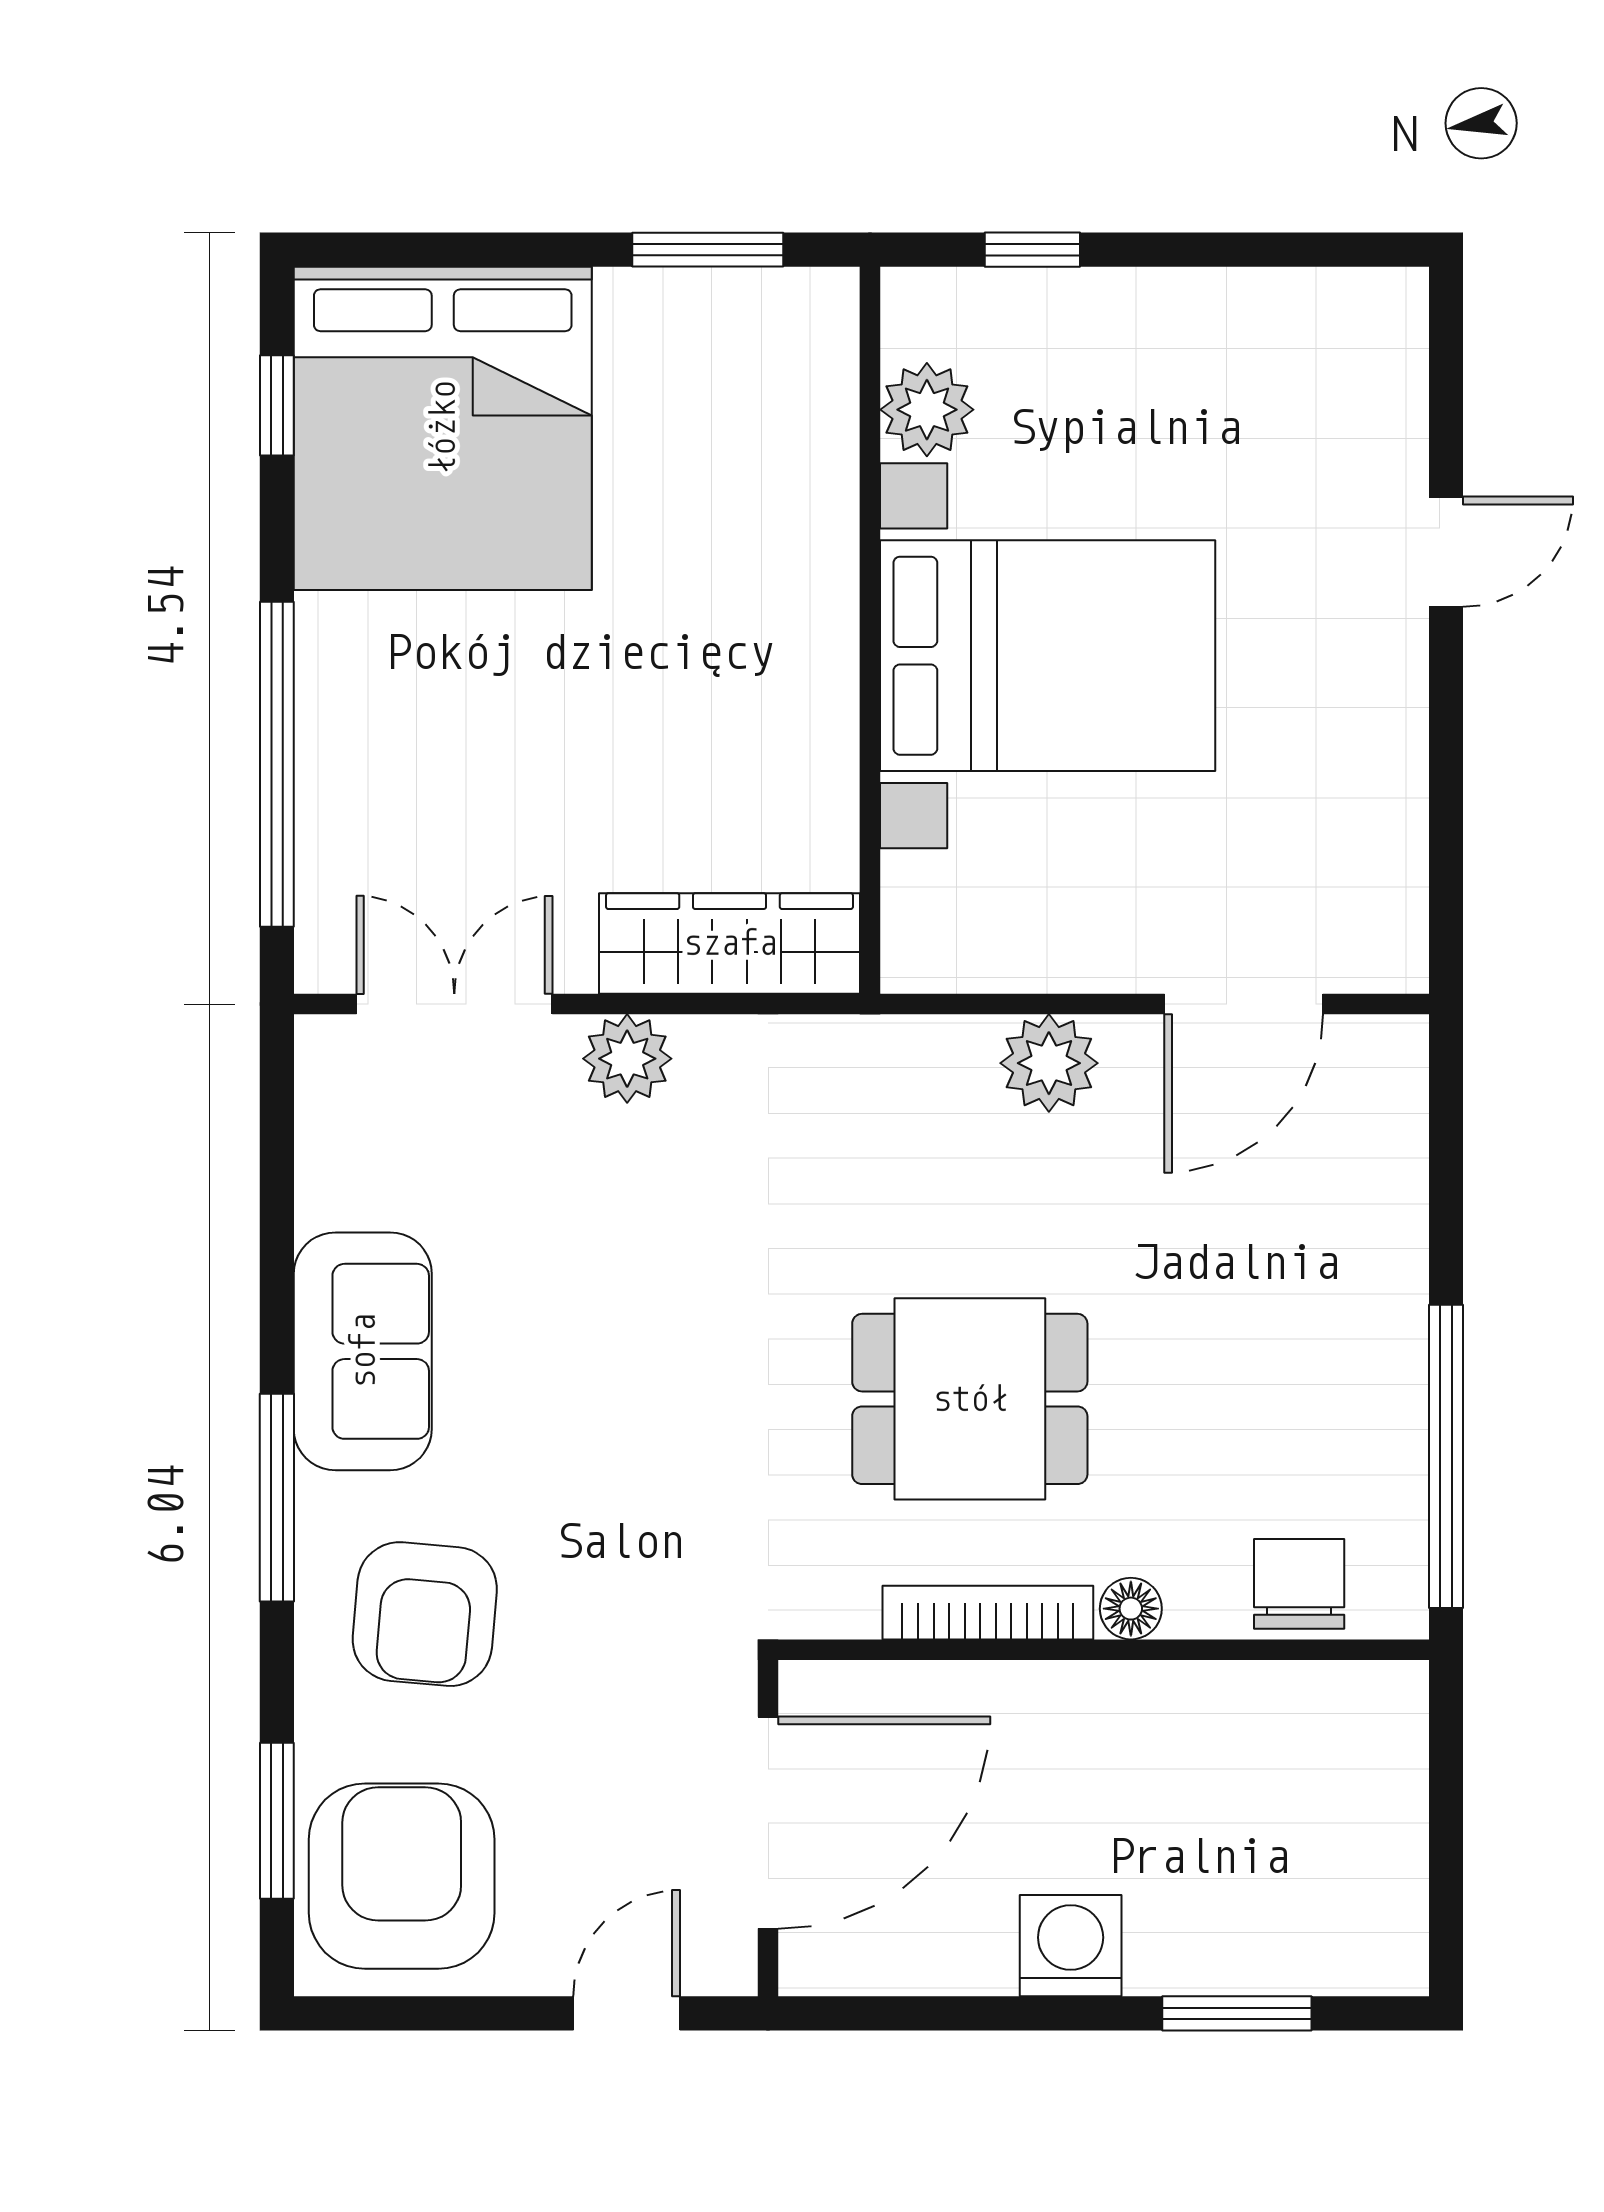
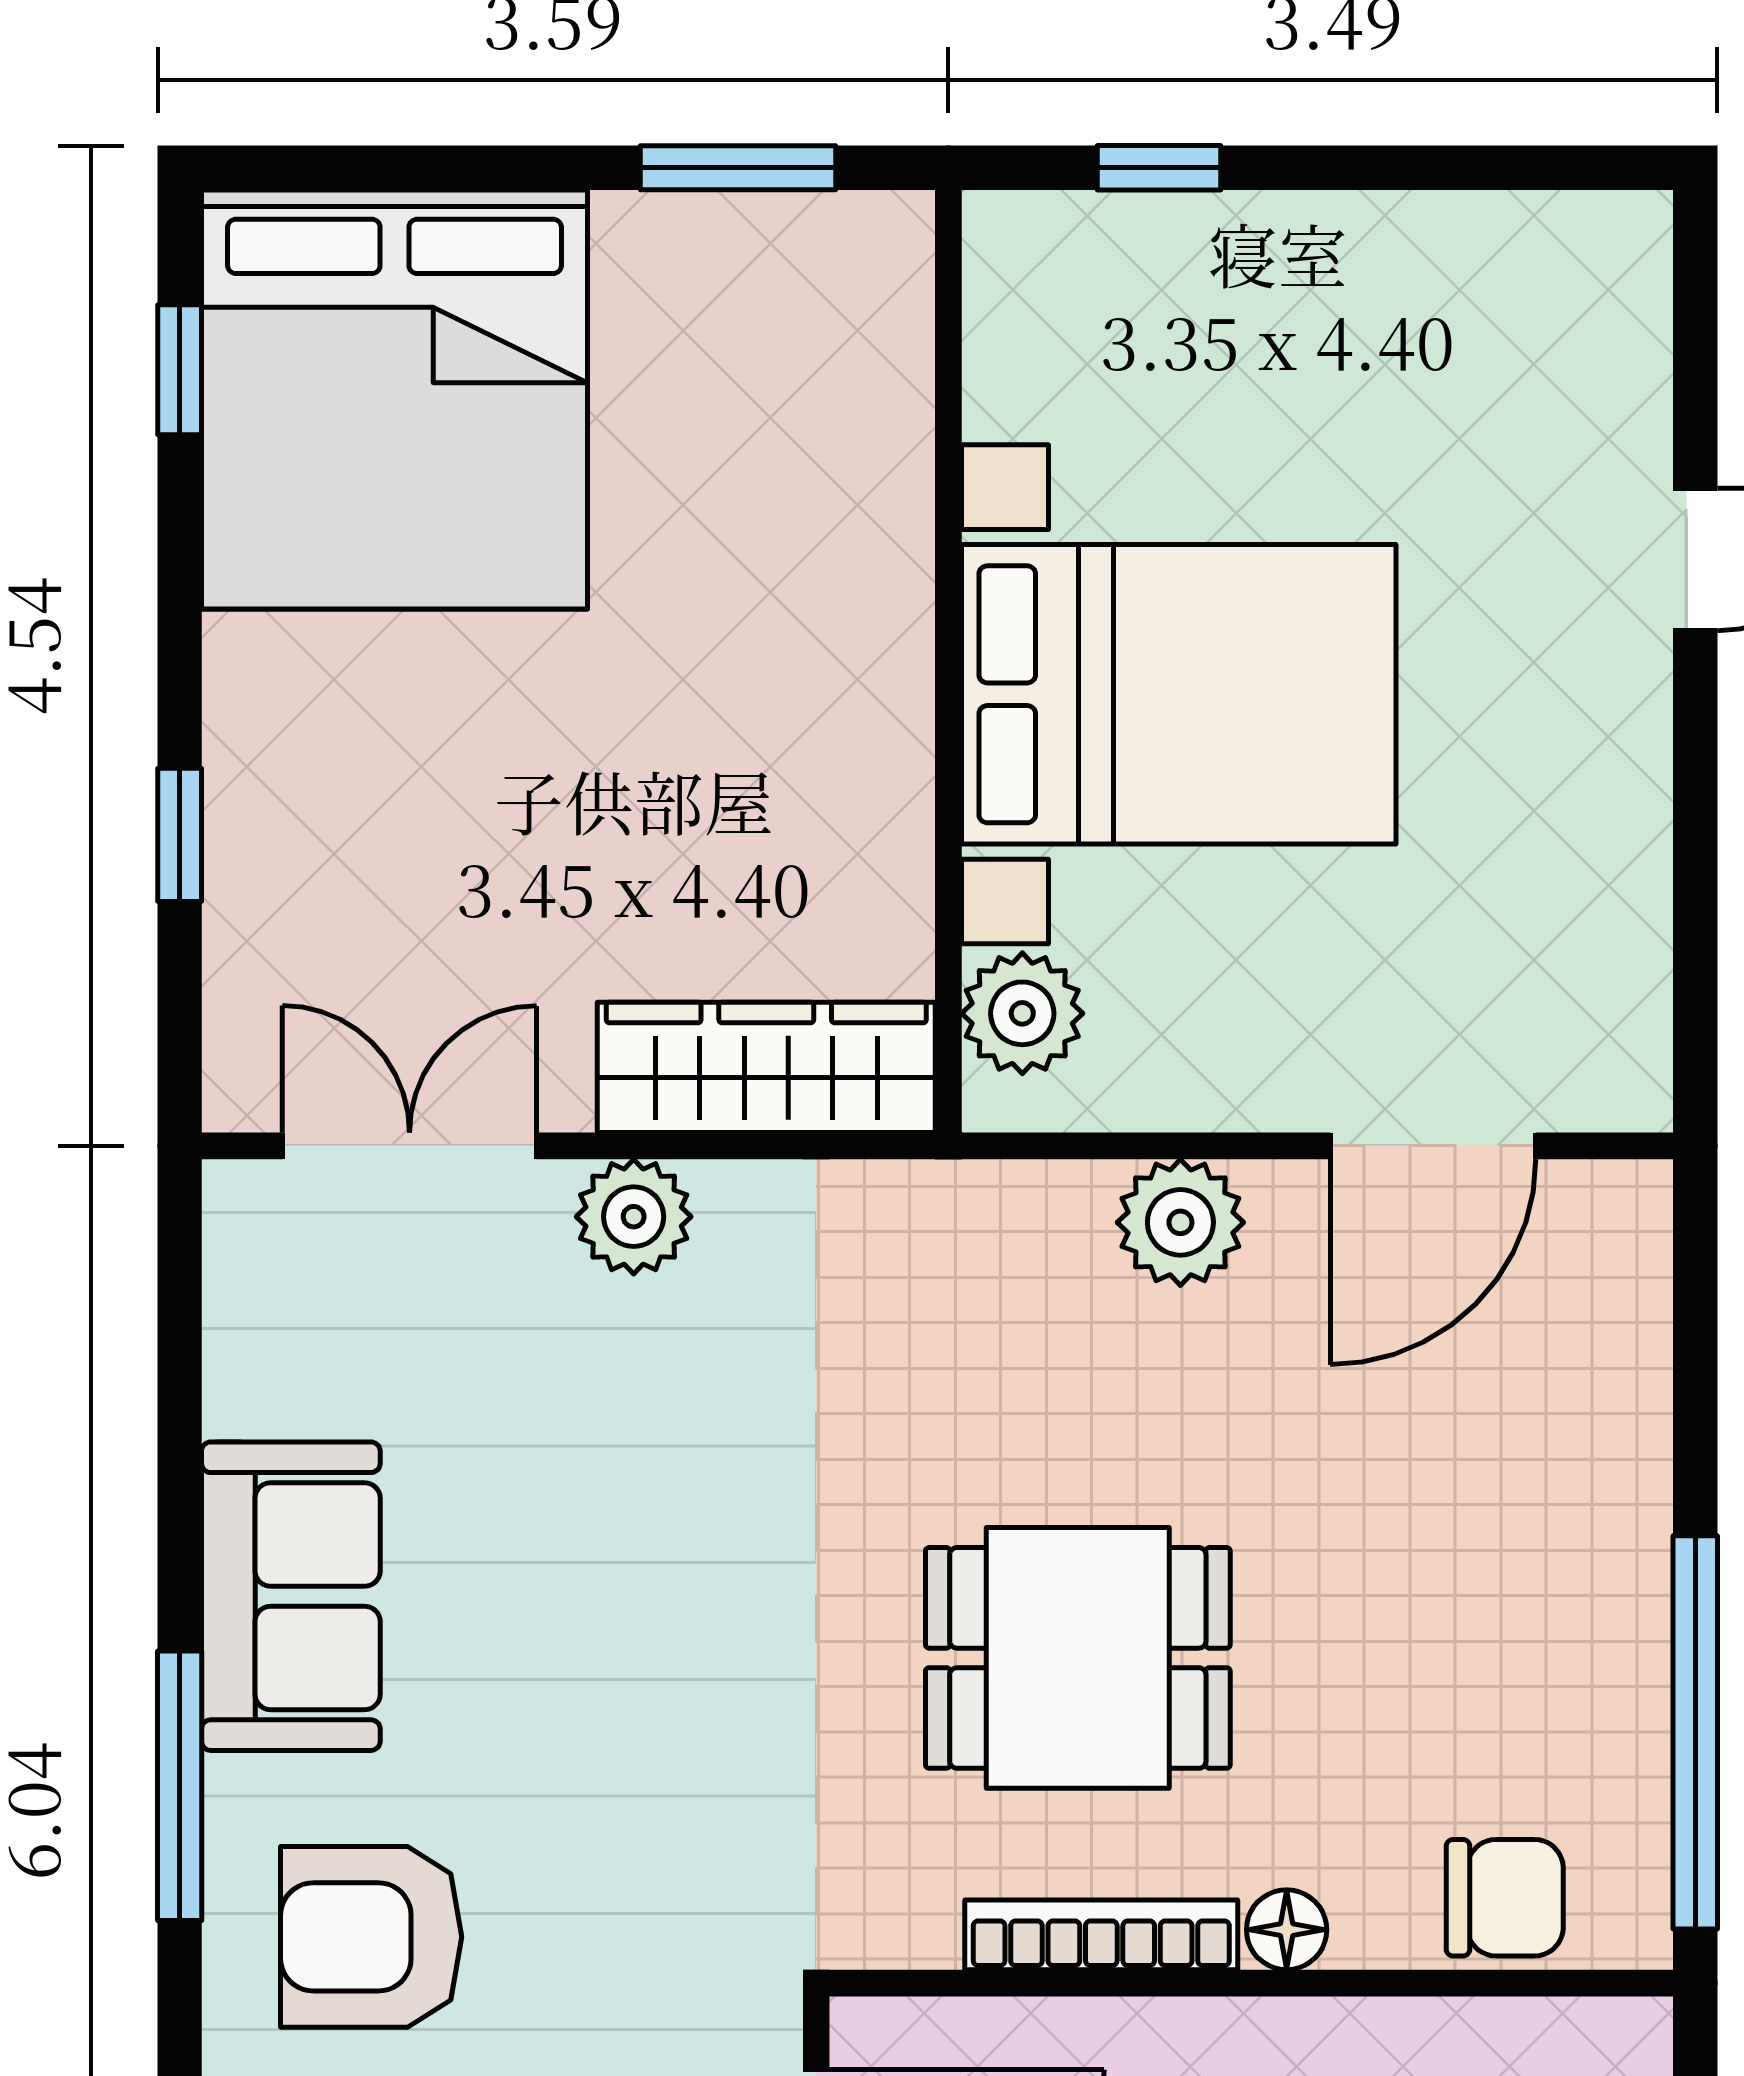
plant: (927, 410) -> (1022, 1013), moved
window: (277, 764) -> (180, 835), width x0.32
chair: (1299, 1584) -> (1505, 1898), turned 90
armchair: (425, 1614) -> (371, 1937), turned 85

